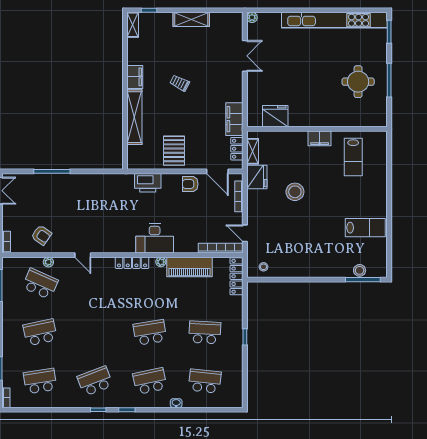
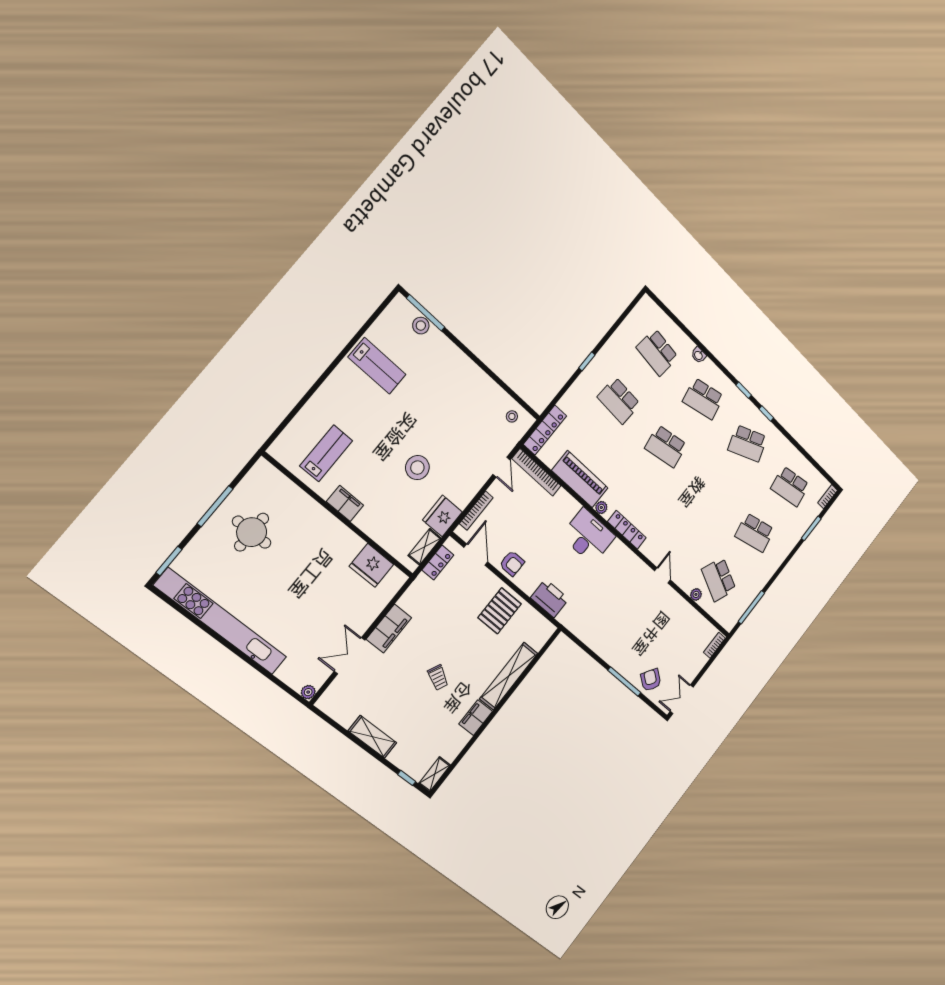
filing cabinet: (234, 119) -> (389, 628), moved
lab bench: (365, 228) -> (377, 366), turned 180
armchair: (41, 235) -> (651, 680), moved

